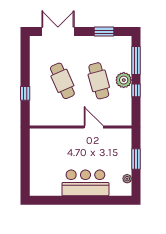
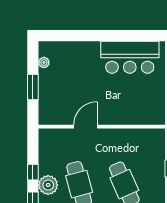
door: (94, 127) -> (86, 127), swing flipped
bar counter: (85, 183) -> (130, 57), moved

